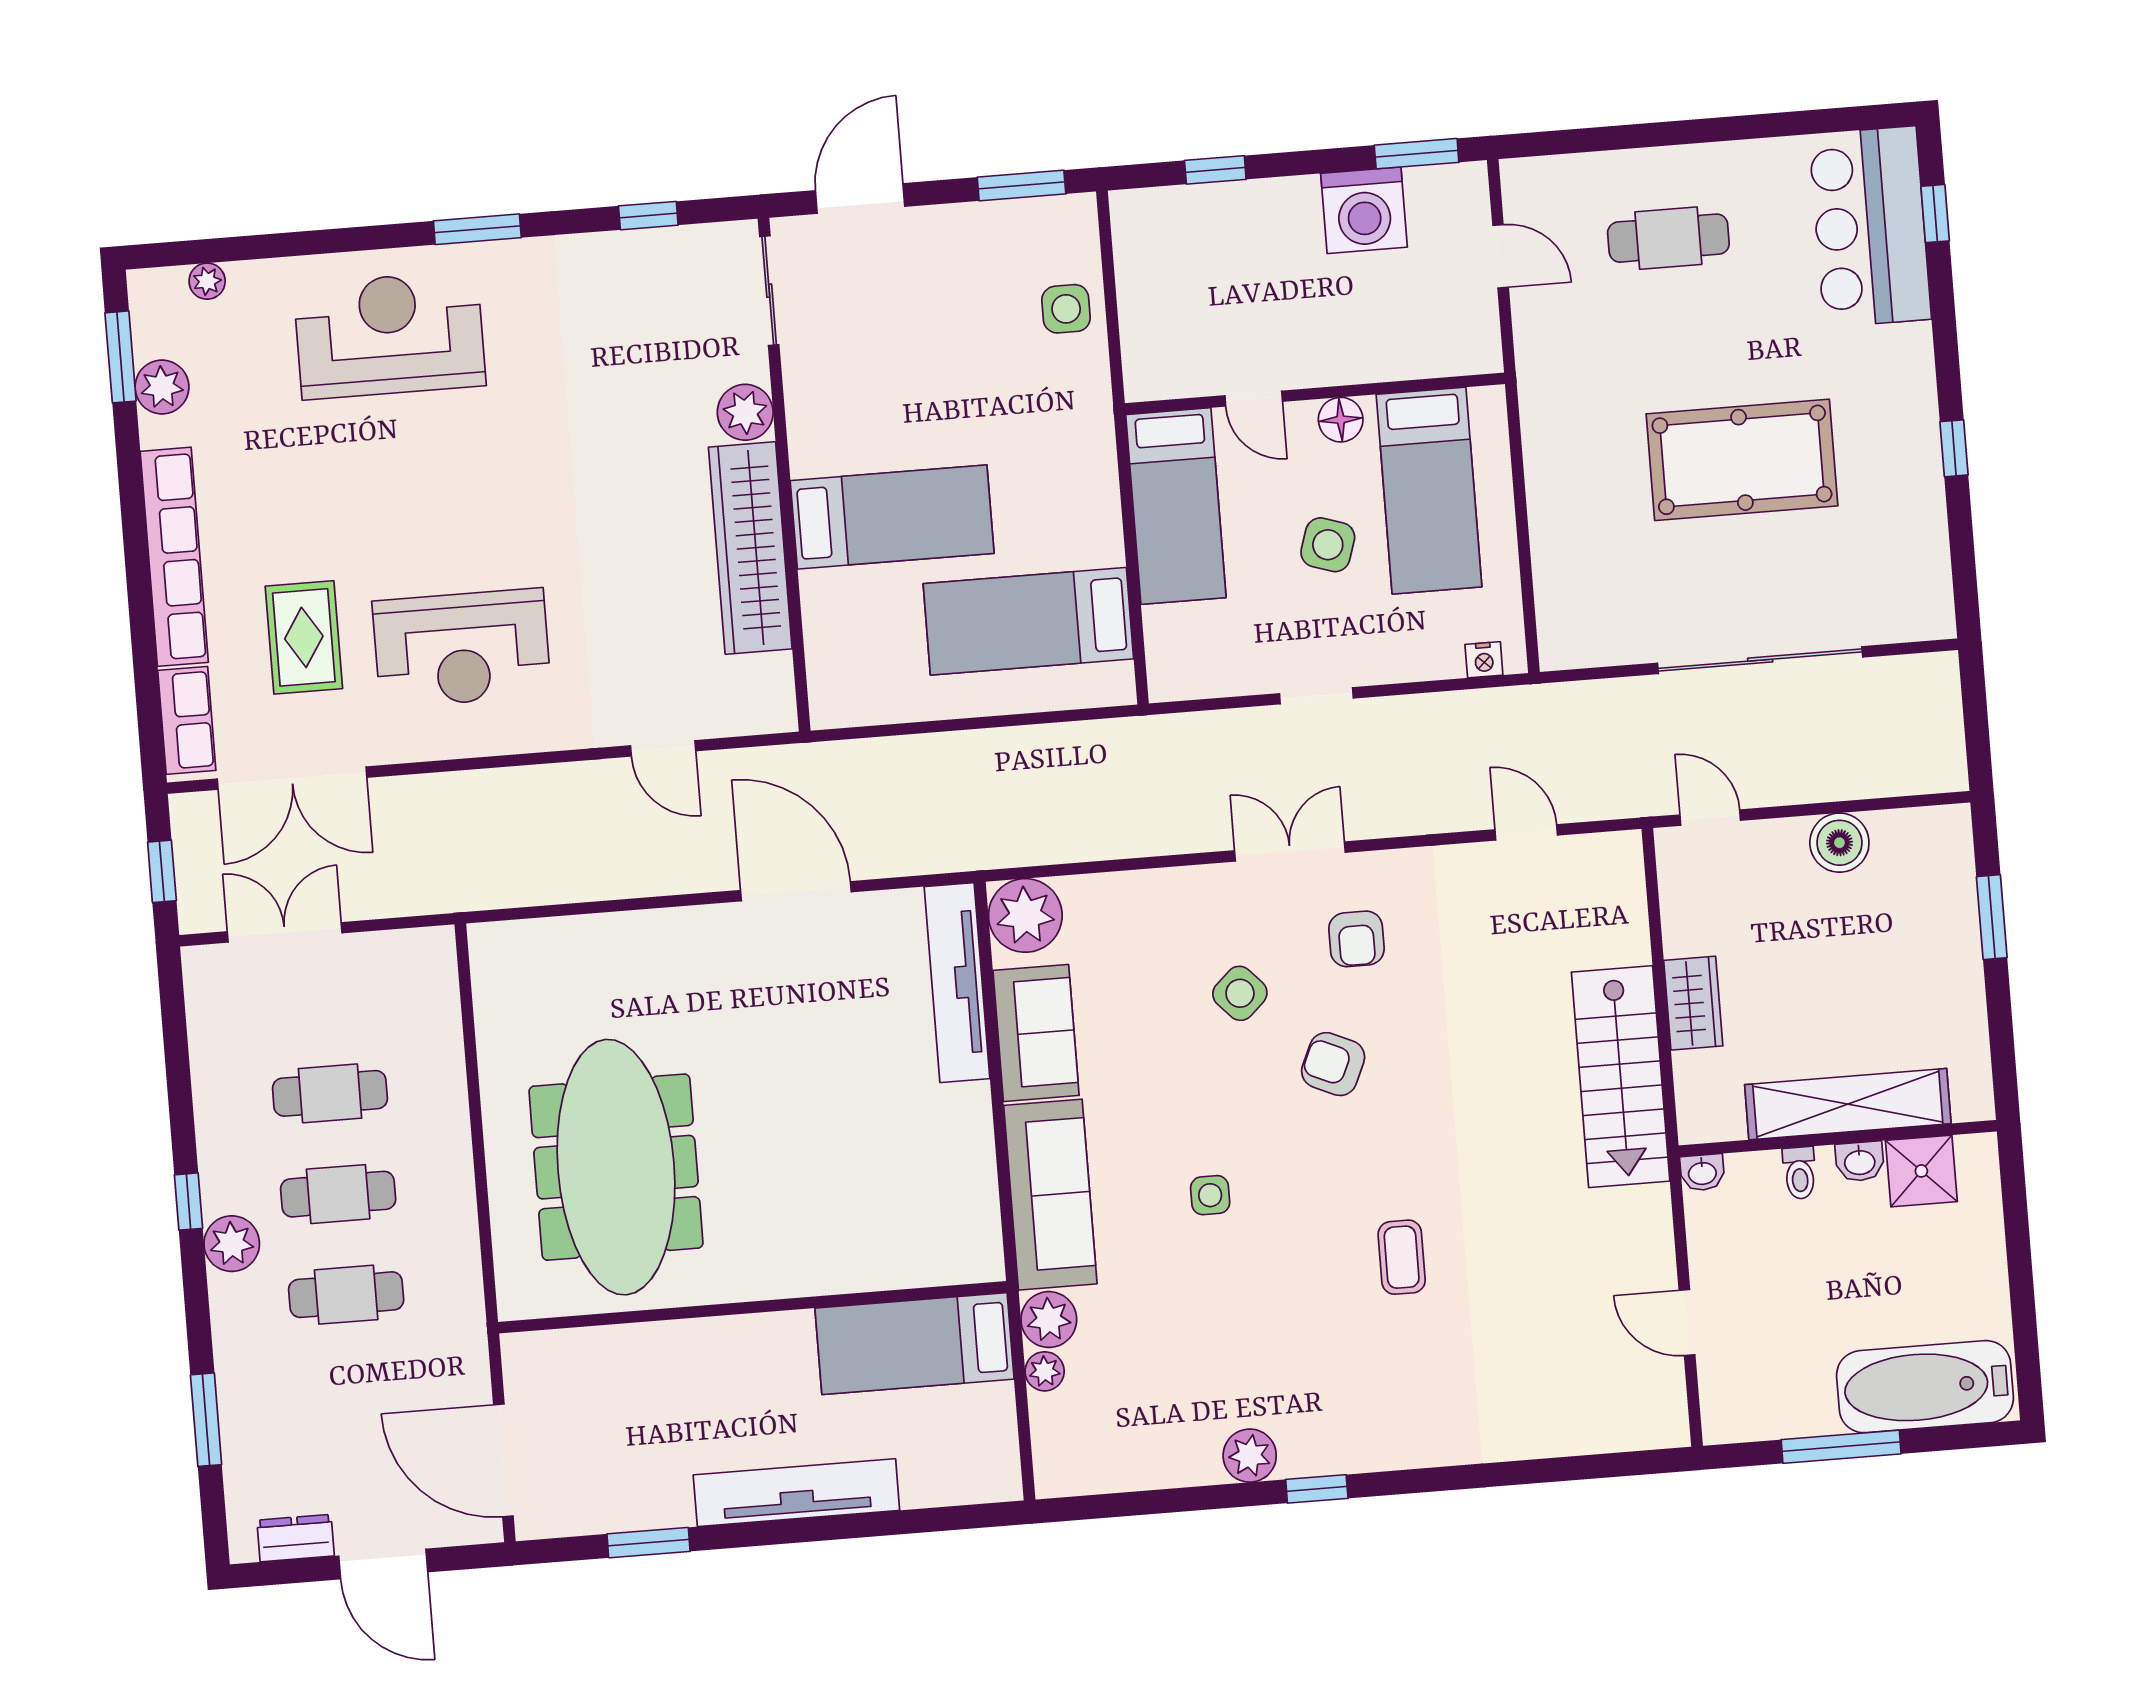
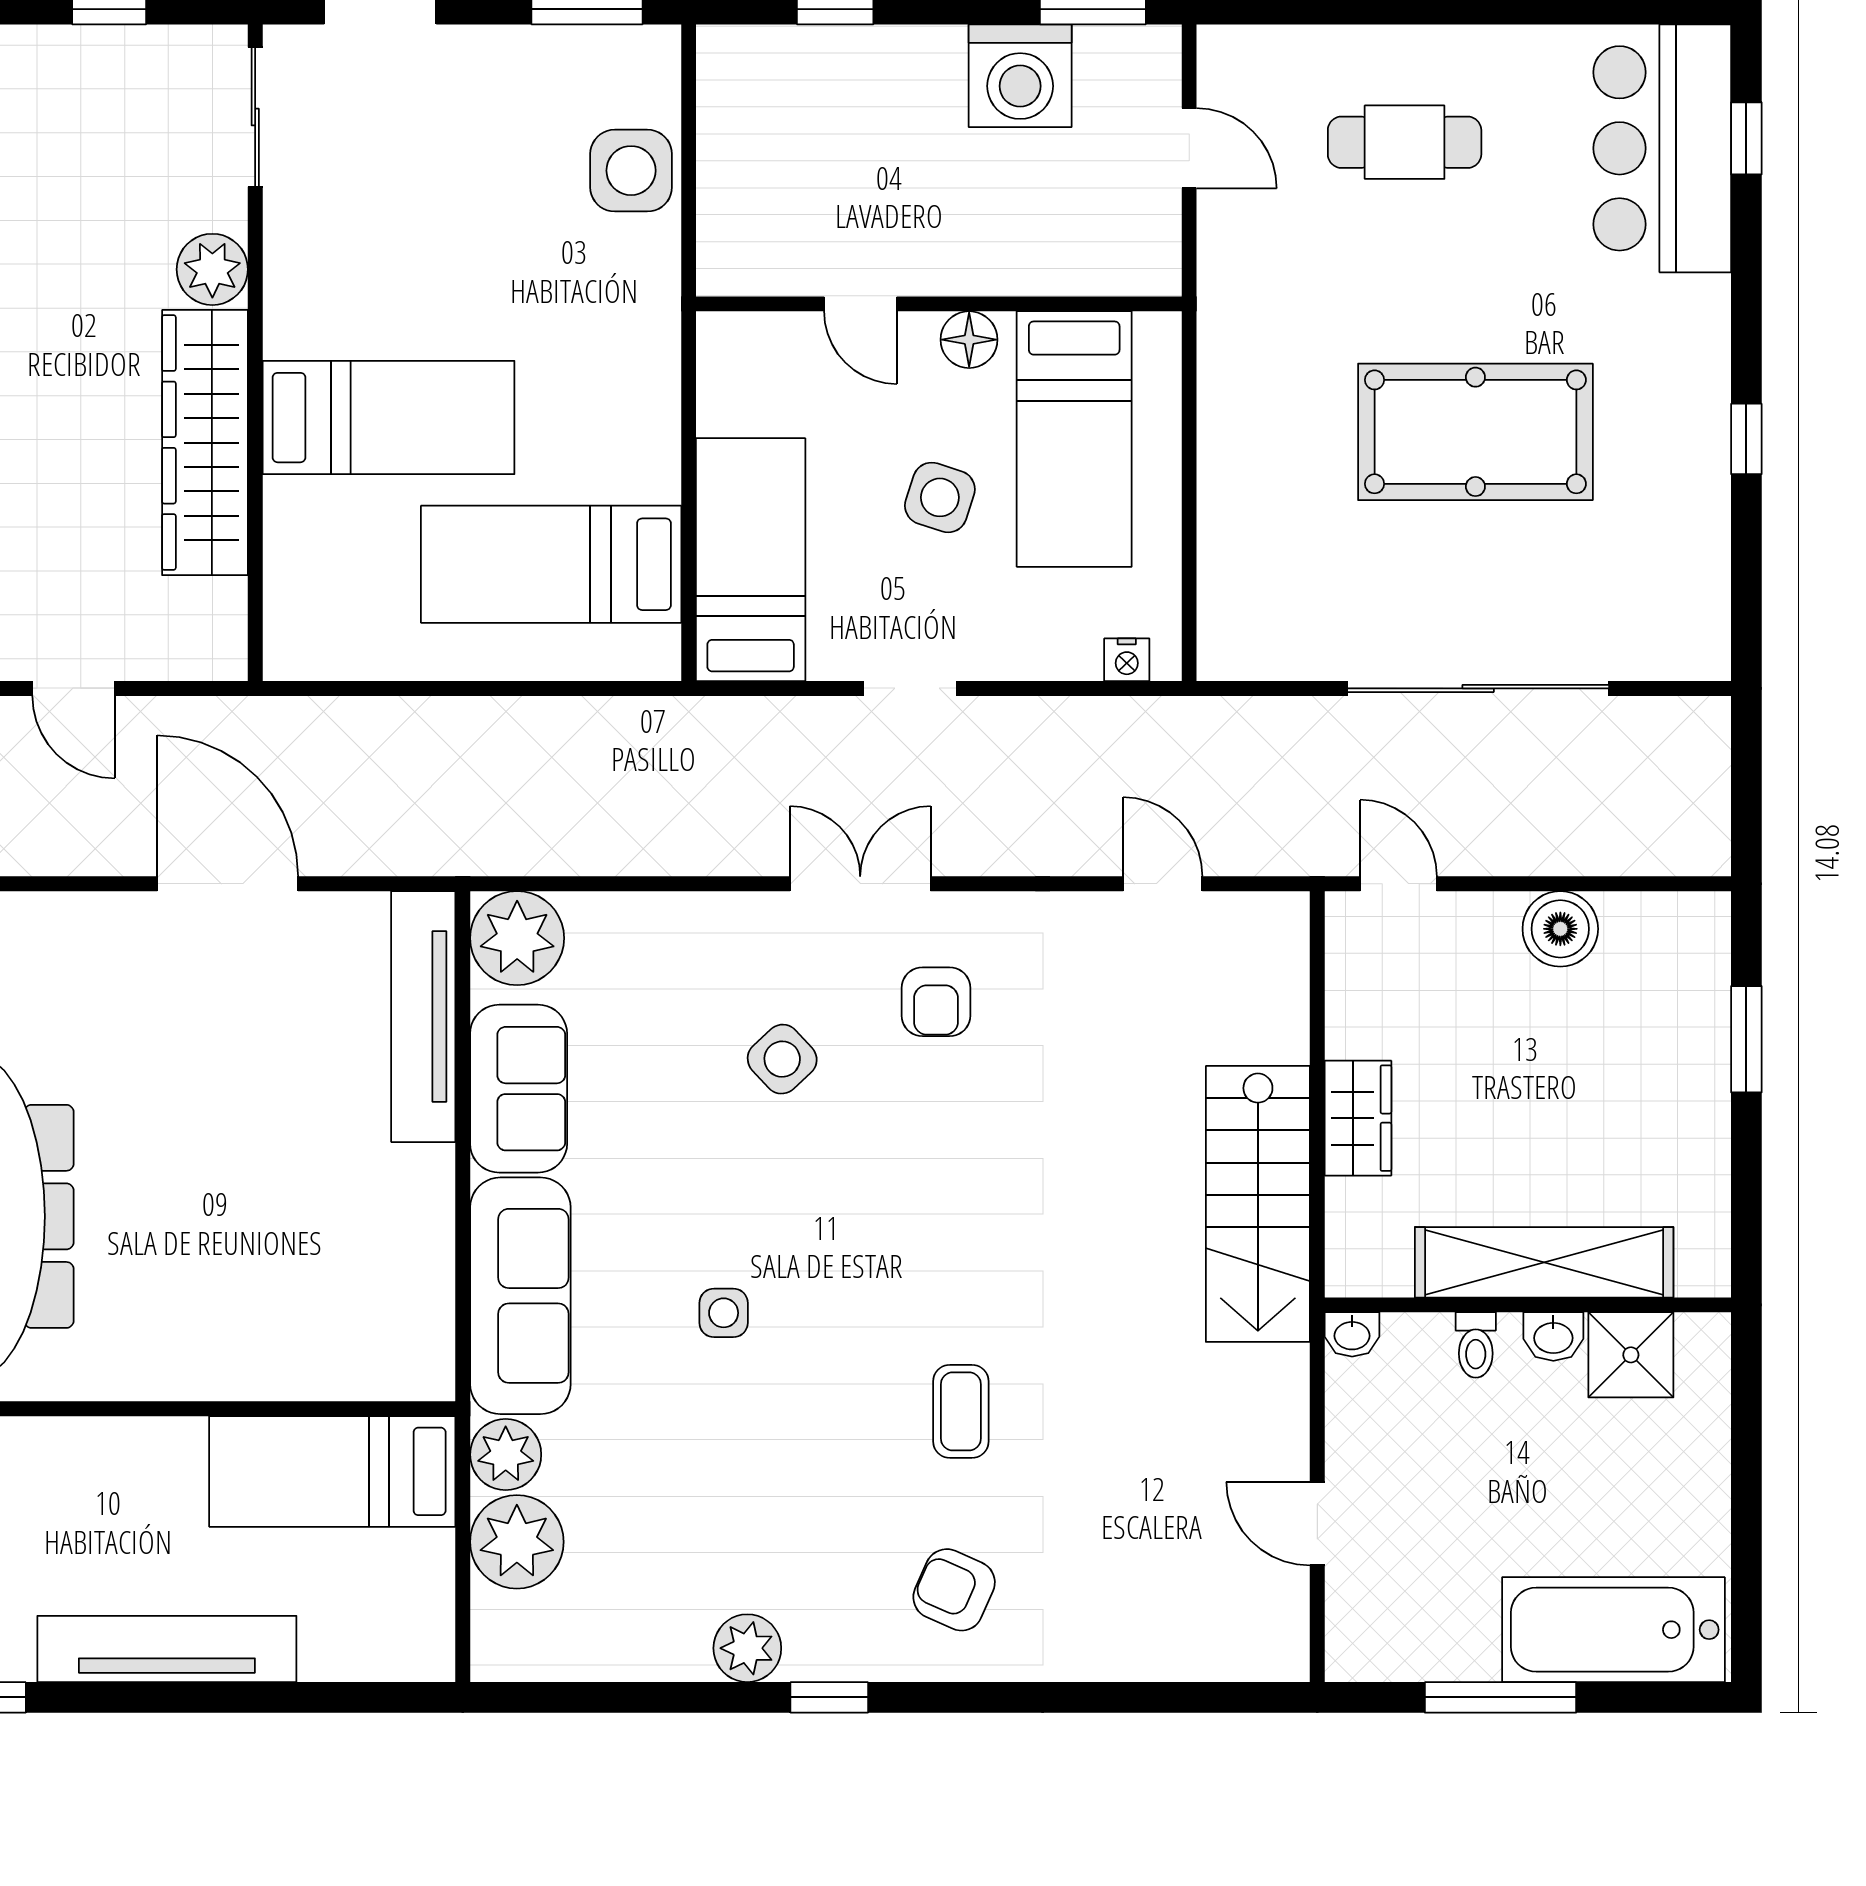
side table: (1066, 309) -> (631, 171), width x1.37, depth x1.37
bed: (1176, 506) -> (751, 560), moved, turned 180
armchair: (1333, 1064) -> (954, 1590), moved
plant: (1045, 1371) -> (517, 1542), width x1.87, depth x1.87

